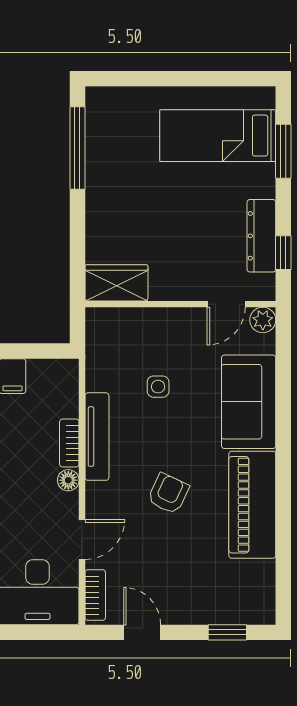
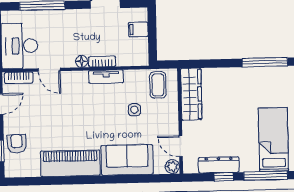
window: (283, 151) -> (266, 176), width x1.44
window: (283, 253) -> (224, 177), moved
wardrobe: (116, 283) -> (191, 94), width x1.50
coffee table: (114, 343) -> (158, 85), added
tv unit: (97, 437) -> (106, 77), width x0.71
armchair: (168, 494) -> (17, 144), moved, turned -118

